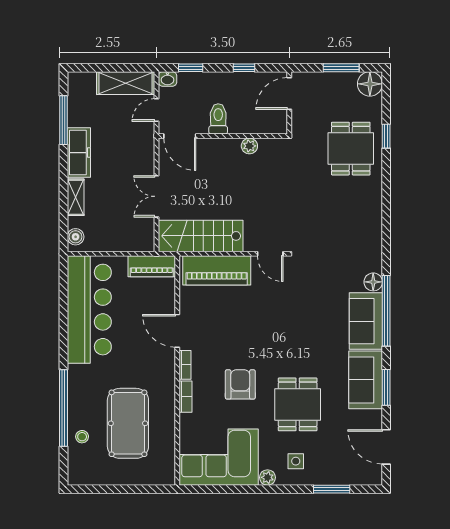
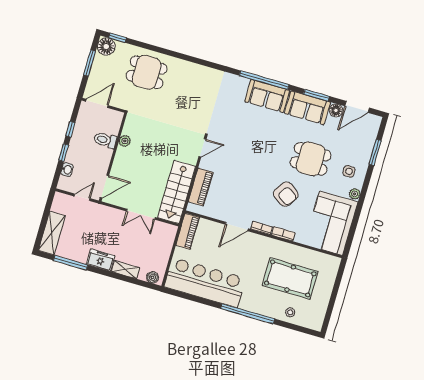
window: (191, 68) -> (64, 153), moved
washbasin: (167, 79) -> (67, 170), moved
shelving: (126, 83) -> (52, 233), moved
door: (289, 93) -> (97, 103), swing flipped
door: (156, 110) -> (82, 197), swing flipped
toilet: (218, 119) -> (105, 140), moved
window: (386, 136) -> (117, 38), moved
freezer: (79, 153) -> (101, 260), width x0.71
piano: (217, 270) -> (201, 187), width x0.73, depth x0.75
floor lamp: (373, 282) -> (336, 110), moved
armchair: (240, 384) -> (286, 194), turned -145
window: (63, 408) -> (248, 314), moved

